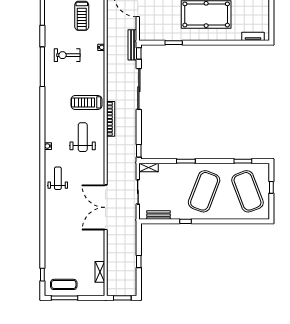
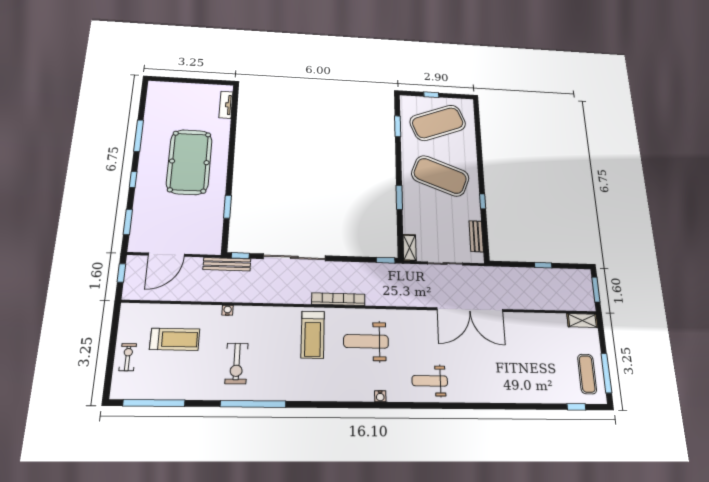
shelving: (100, 272) -> (582, 321), moved

